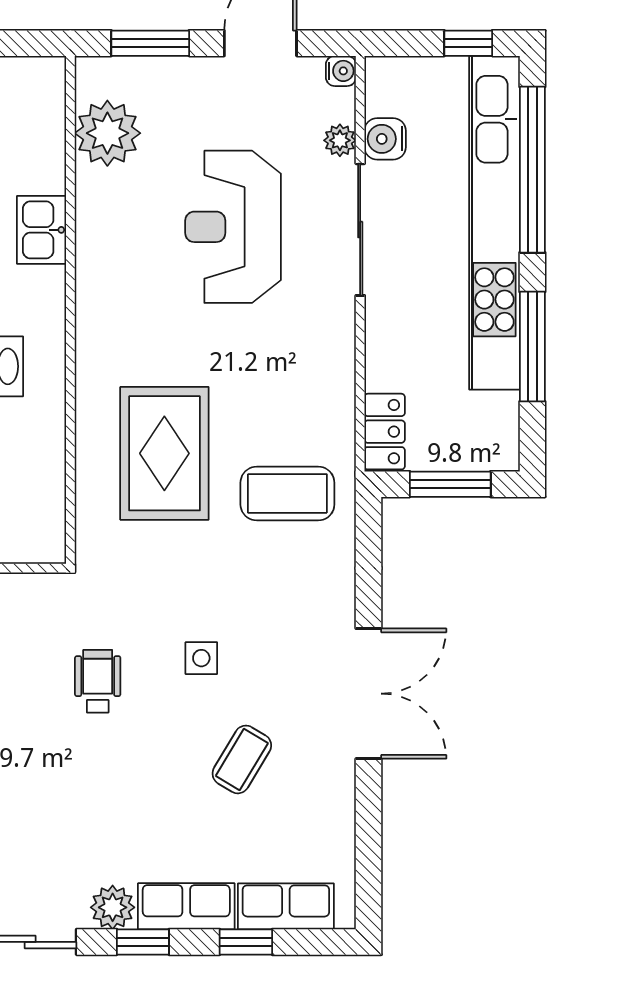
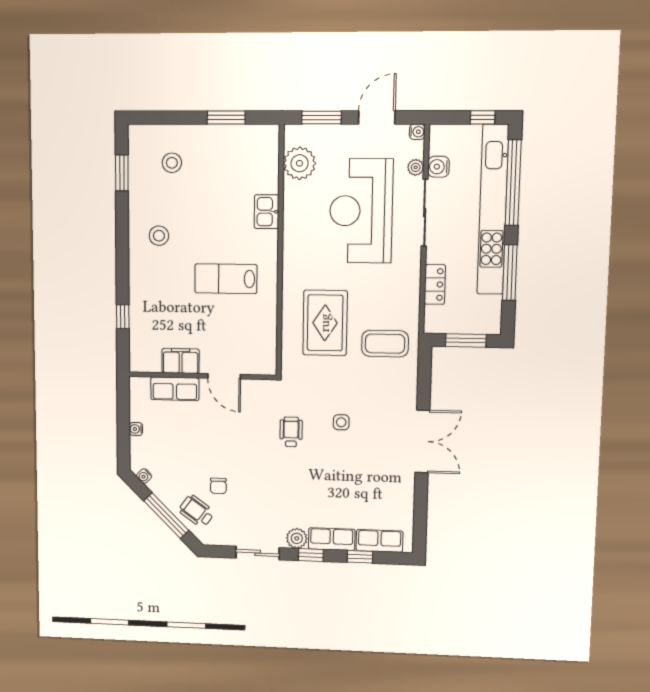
reception desk: (233, 227) -> (361, 211), width x1.36, depth x1.30
locker: (385, 432) -> (435, 284), moved
coffee table: (242, 759) -> (360, 471), removed

